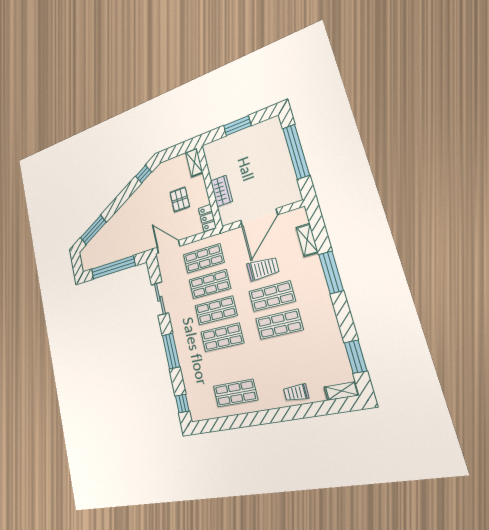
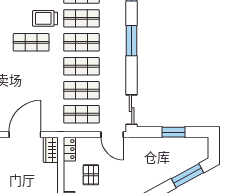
wardrobe: (221, 191) -> (51, 150), moved
window: (113, 267) -> (173, 132), width x0.47
trolley: (263, 269) -> (45, 18), moved
shop shelf: (272, 296) -> (81, 18), moved
sliding door: (160, 299) -> (132, 110), moved

